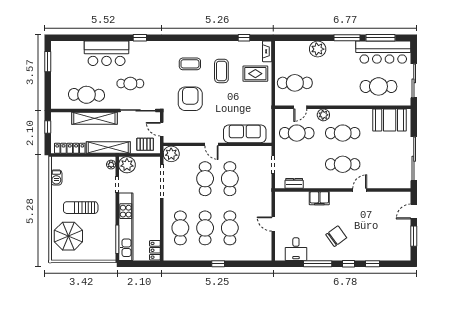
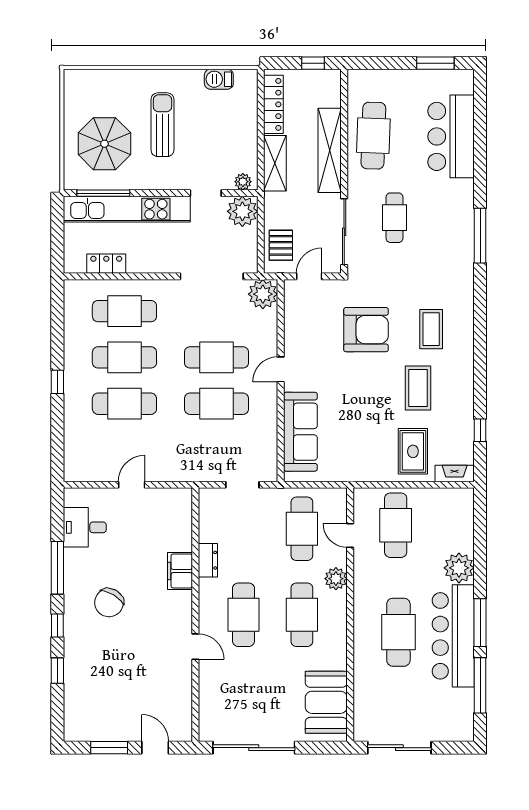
window: (140, 38) -> (480, 236), width x2.17
bar counter: (383, 52) -> (453, 636), moved
bar counter: (107, 53) -> (451, 136), moved
coffee table: (221, 71) -> (418, 388), turned 90
cafe table: (378, 86) -> (398, 632), moved
shelving: (108, 147) -> (275, 163), width x0.68
dresser: (294, 183) -> (208, 560), moved
parasol: (68, 236) -> (104, 144), moved
chair: (336, 236) -> (109, 603), turned 67
locker: (155, 250) -> (106, 264), moved

